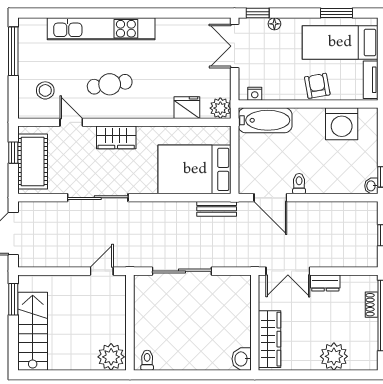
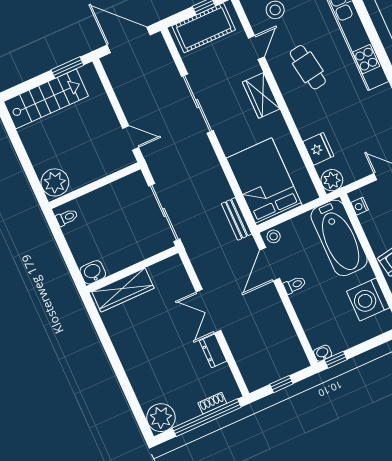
bathtub: (265, 120) -> (339, 238), width x1.36, depth x1.36
stool: (247, 183) -> (274, 236), added
wall: (255, 323) -> (132, 269), moved
wardrobe: (270, 339) -> (123, 290), moved
plant: (334, 356) -> (161, 418), moved
washbasin: (242, 359) -> (93, 272), moved

